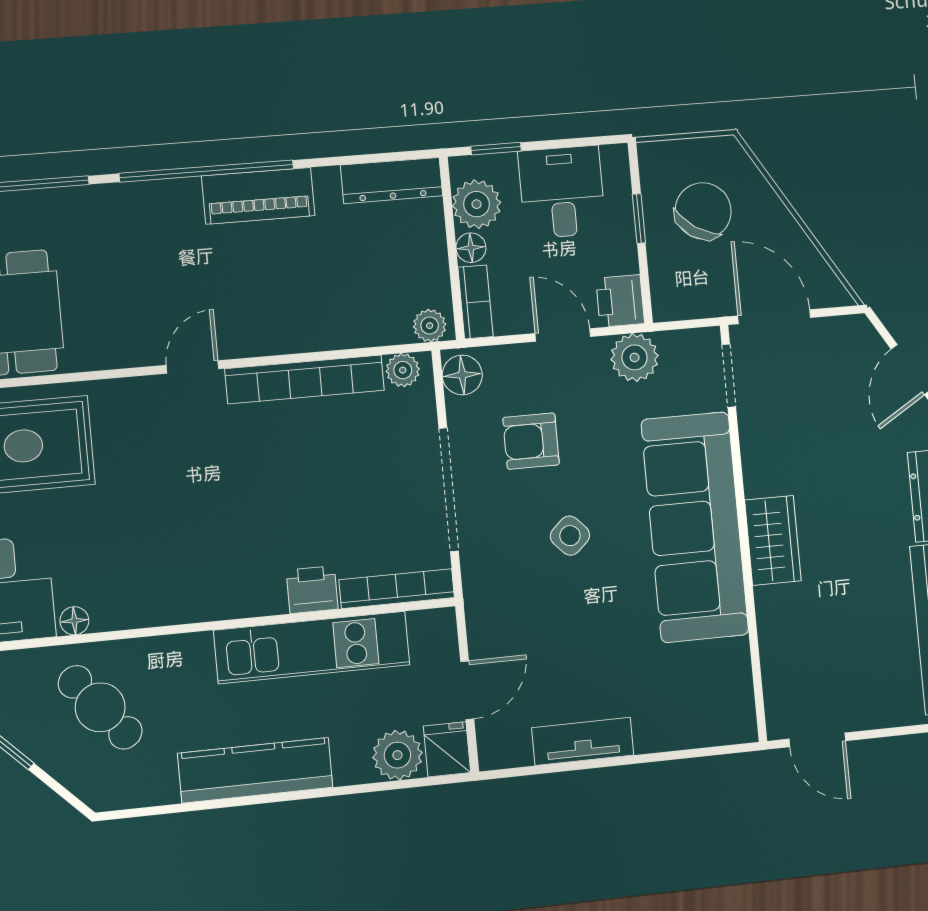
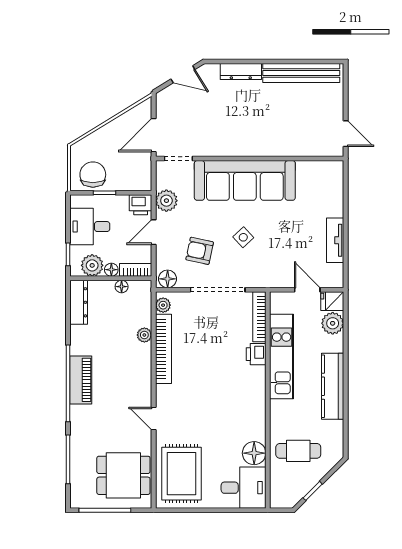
piano: (258, 196) -> (81, 380), moved
chair: (703, 211) -> (93, 175), moved, turned 57
floor lamp: (436, 274) -> (122, 287), added
plant: (430, 326) -> (144, 335), moved
door: (192, 367) -> (154, 419), moved
armchair: (531, 441) -> (200, 251), turned 102
wardrobe: (773, 540) -> (254, 145), removed
floor lamp: (74, 621) -> (254, 453), width x1.89, depth x1.89
cafe table: (100, 707) -> (298, 451), turned 39
door: (817, 740) -> (346, 134), hinge flipped

